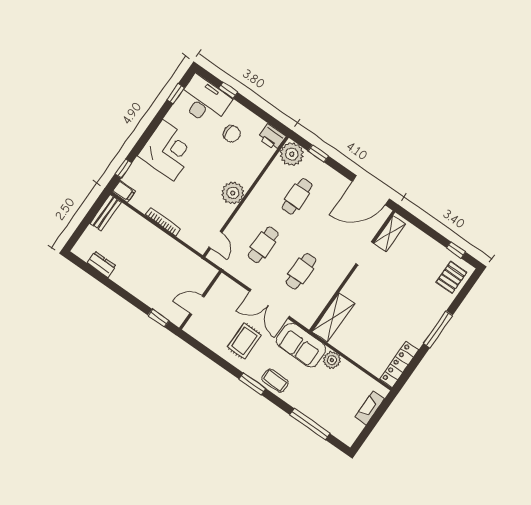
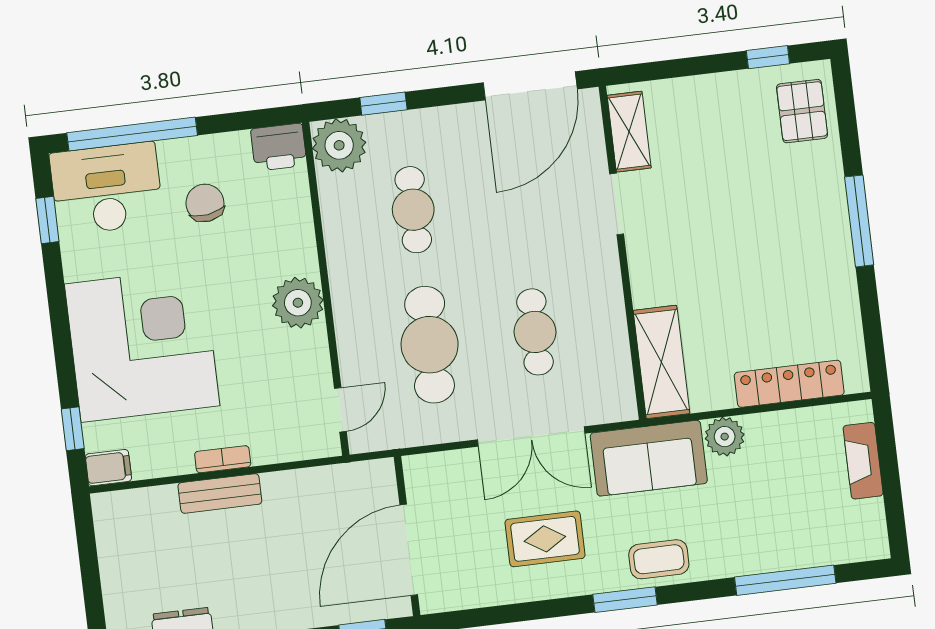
window: (228, 90) -> (132, 134), width x3.17
chair: (232, 134) -> (205, 203), turned -98
corner desk: (168, 150) -> (142, 345), width x1.36, depth x1.36
bench: (105, 213) -> (220, 493), moved, turned 90
bookcase: (163, 222) -> (223, 459), width x0.64
door: (215, 240) -> (340, 410), hinge flipped
cafe table: (263, 245) -> (430, 345), width x1.37, depth x1.35
door: (197, 305) -> (409, 550), width x1.87
rug: (244, 341) -> (545, 539), turned 90
locker: (399, 364) -> (789, 384), moved, turned 90

